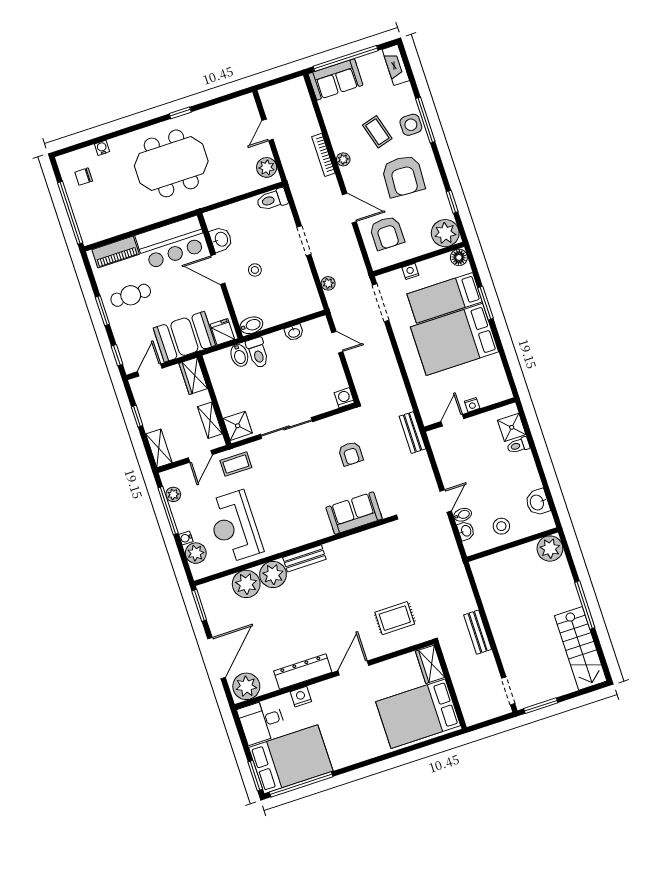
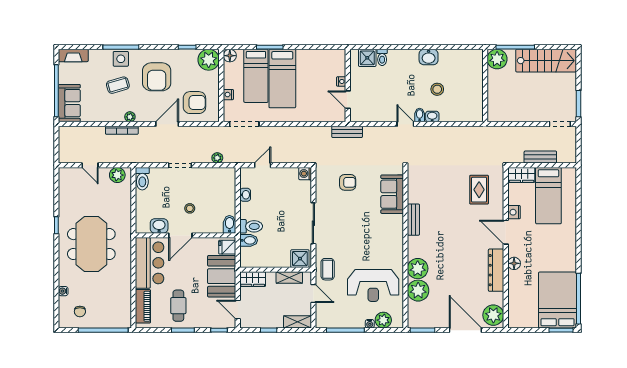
armchair: (403, 176) -> (157, 77), turned 87
bed: (455, 339) -> (282, 79), width x0.67
plant: (173, 494) -> (335, 322), removed
wall: (512, 545) -> (485, 86), moved
plant: (550, 549) -> (497, 59), moved
bench: (304, 558) -> (413, 220), moved
bench: (478, 632) -> (540, 157), moved
floor lamp: (318, 691) -> (514, 263), added
nightstand: (301, 697) -> (514, 212), moved
bed: (418, 714) -> (548, 196), width x0.67
desk: (262, 721) -> (523, 312), removed

